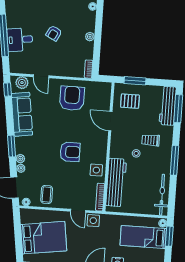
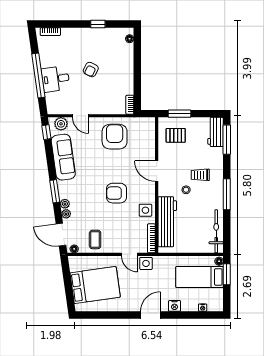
plant: (90, 37) -> (129, 71), removed
workbench: (168, 106) -> (216, 132), width x0.73
door: (110, 121) -> (157, 171), moved
armchair: (70, 152) -> (116, 193), turned 180

